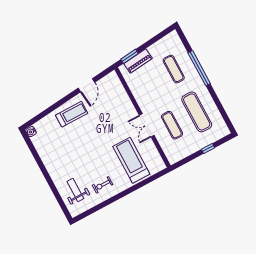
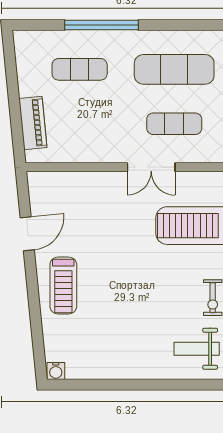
window: (129, 56) -> (17, 133), removed
door: (86, 85) -> (27, 234), hinge flipped
treadmill: (72, 114) -> (63, 286), turned 180

